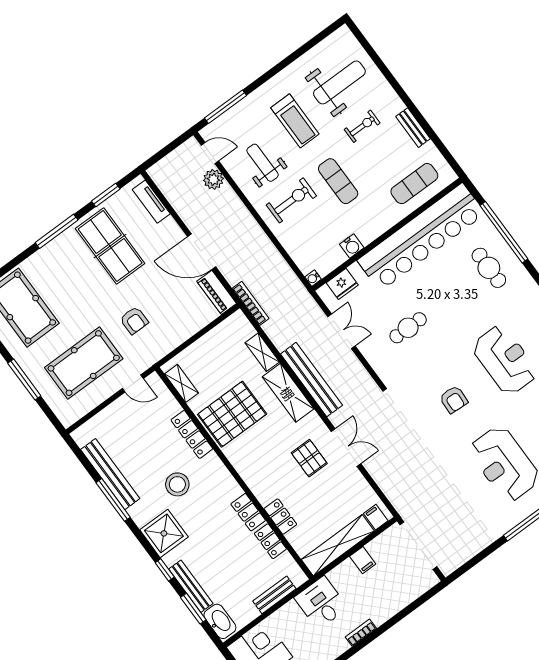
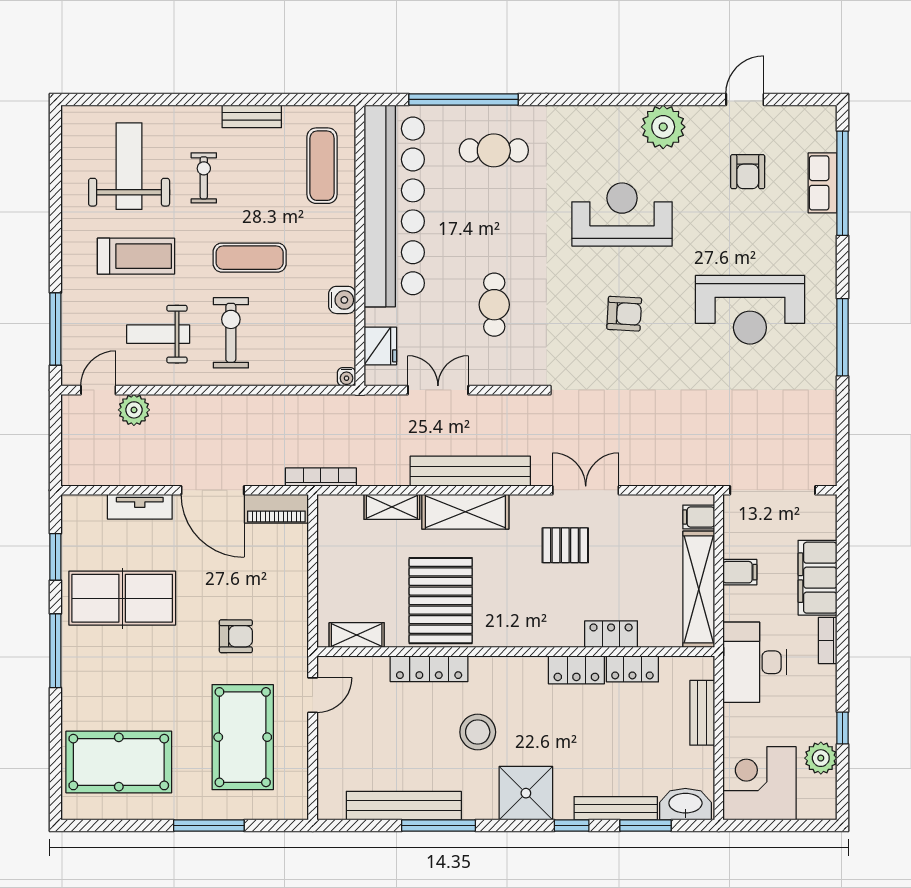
tv unit: (151, 202) -> (140, 507), moved
door: (202, 252) -> (213, 490), hinge flipped
desk: (321, 603) -> (755, 662), width x1.37
filing cabinet: (390, 603) -> (818, 578), added

